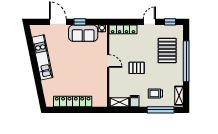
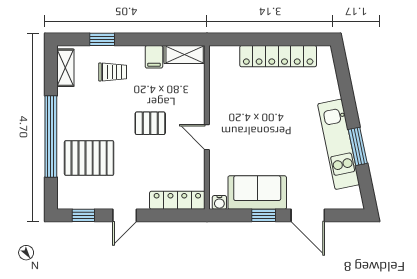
pallet: (167, 51) -> (89, 158), turned 90
window: (33, 56) -> (358, 146), added
window: (161, 110) -> (102, 39), width x0.46

